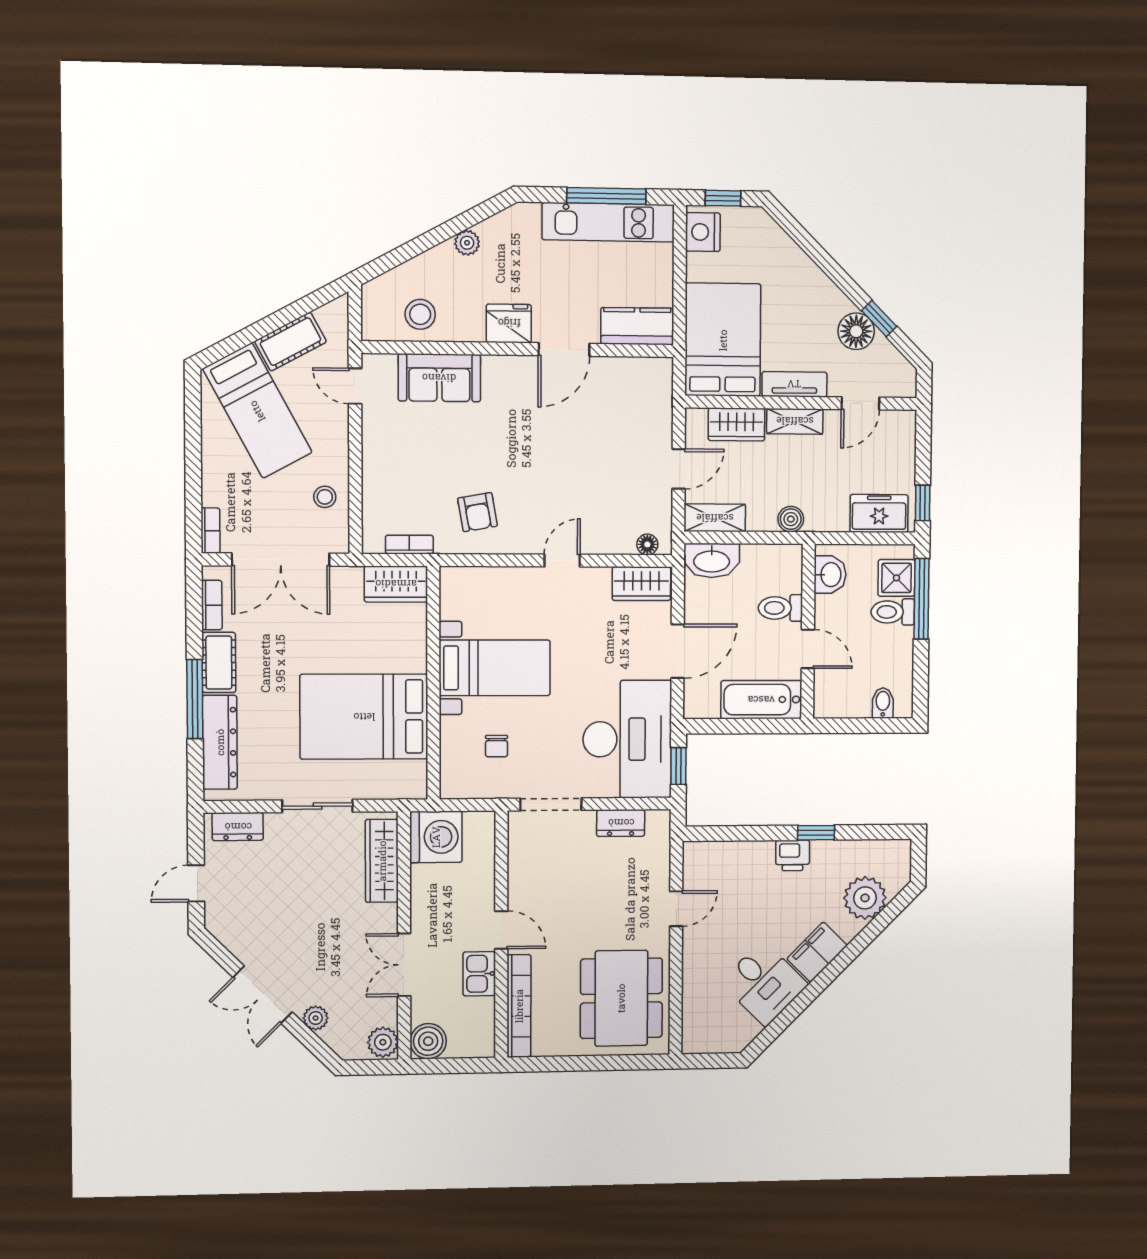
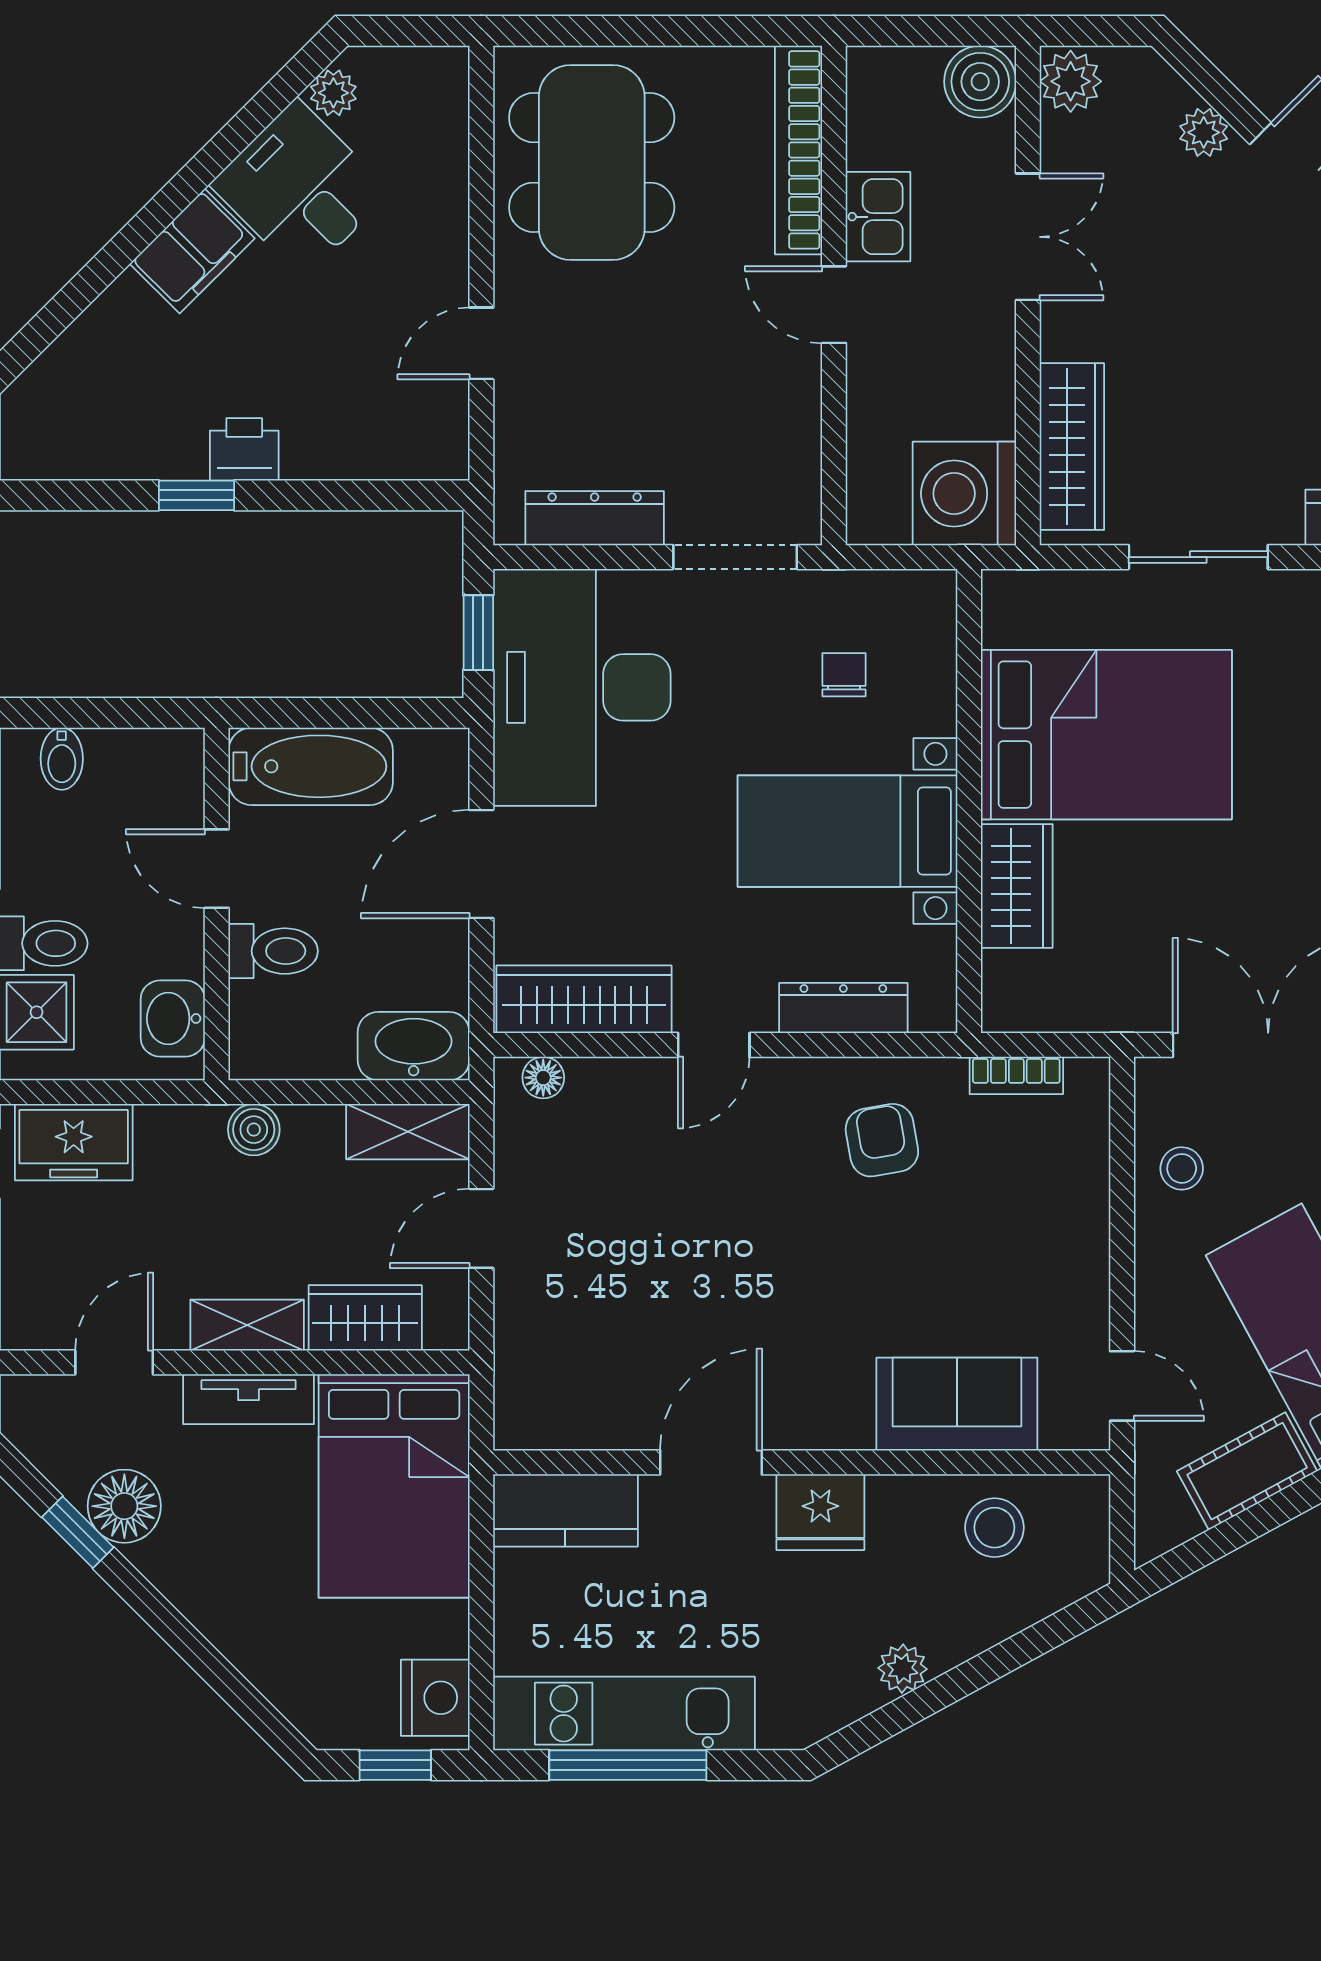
dresser: (497, 579) -> (843, 1008), added
wardrobe: (396, 584) -> (1017, 886), moved, turned 90
wardrobe: (641, 584) -> (584, 999), width x1.50
dresser: (621, 823) -> (595, 518), width x1.44
plant: (865, 898) -> (333, 93), moved, width x0.53, depth x0.53

